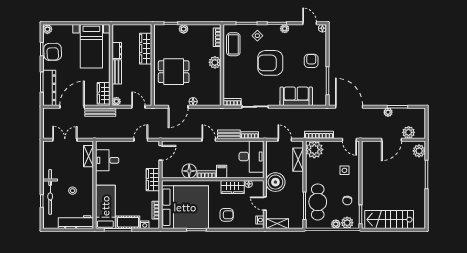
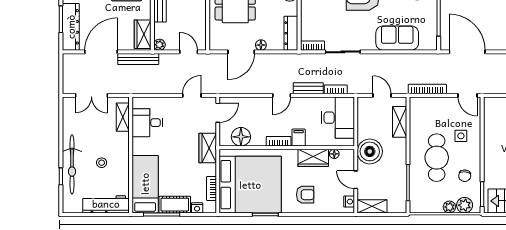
dresser: (216, 93) -> (291, 33), added
double door: (65, 140) -> (91, 95), swing flipped
door: (209, 140) -> (282, 95), swing flipped
plant: (314, 150) -> (421, 108), removed
floor lamp: (189, 171) -> (241, 137), moved
cafe table: (318, 202) -> (437, 158), moved

